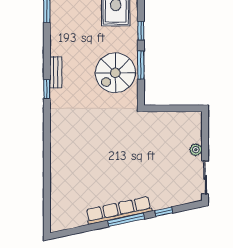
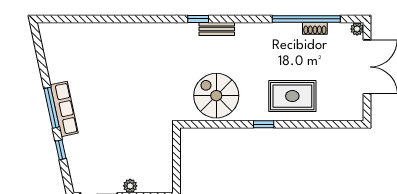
window: (141, 65) -> (225, 124), removed
row of seats: (119, 210) -> (64, 109), width x0.73

